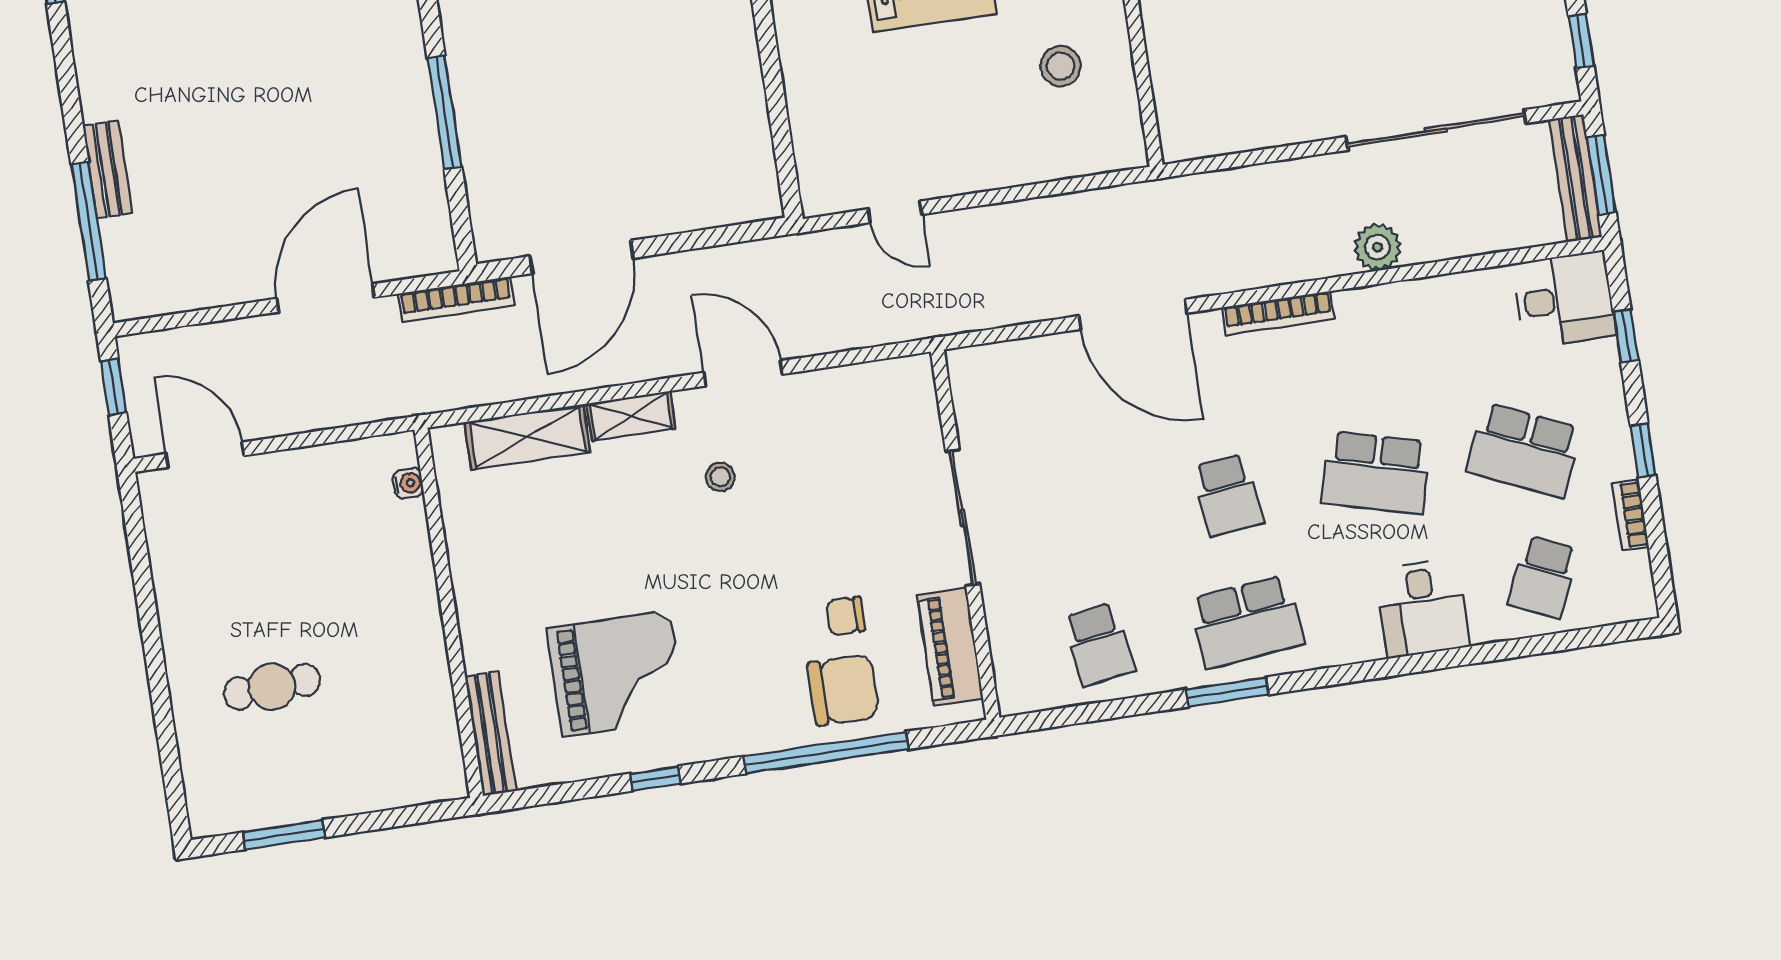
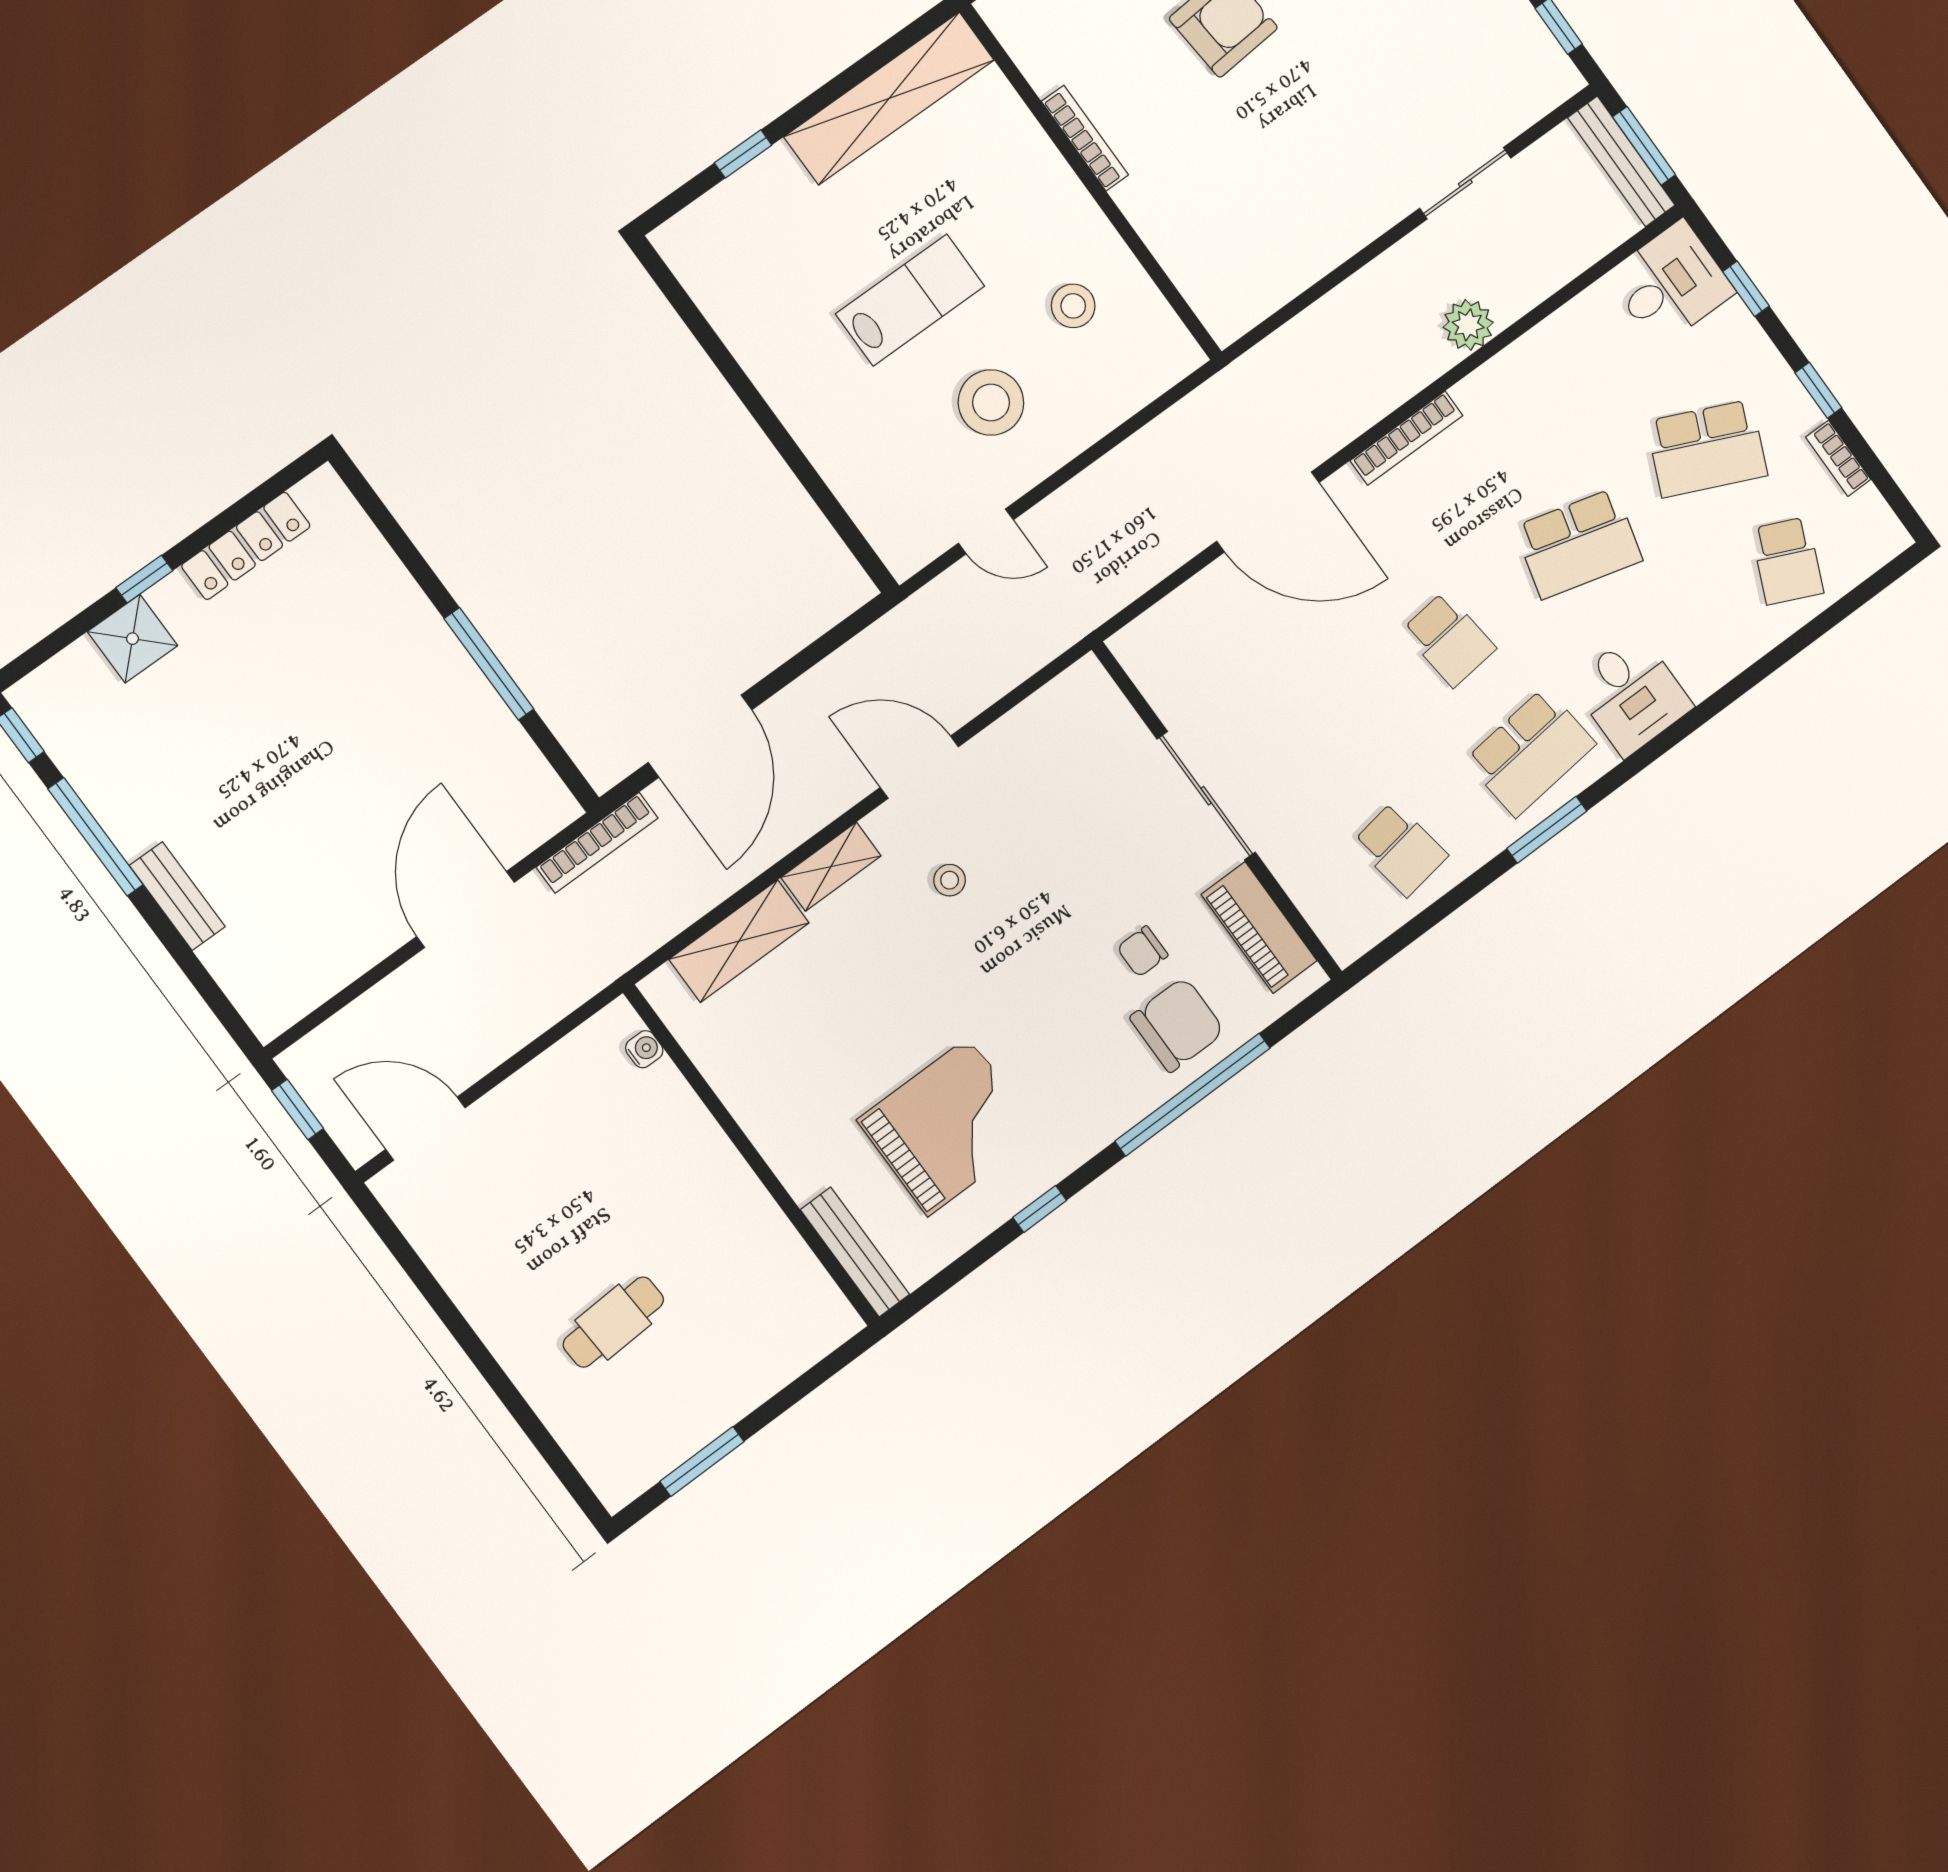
stool: (953, 110) -> (991, 403), added
sliding door: (1436, 130) -> (1465, 183), width x0.54
window: (89, 222) -> (96, 837), moved
desk: (1423, 608) -> (1631, 694), moved

